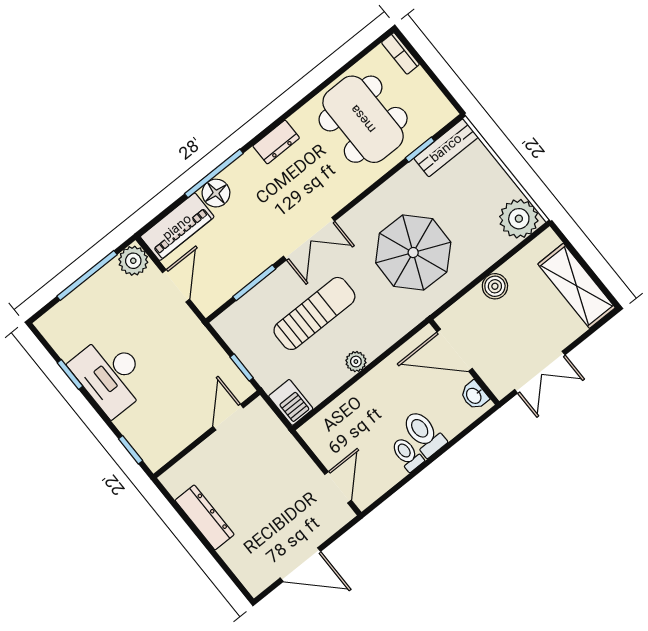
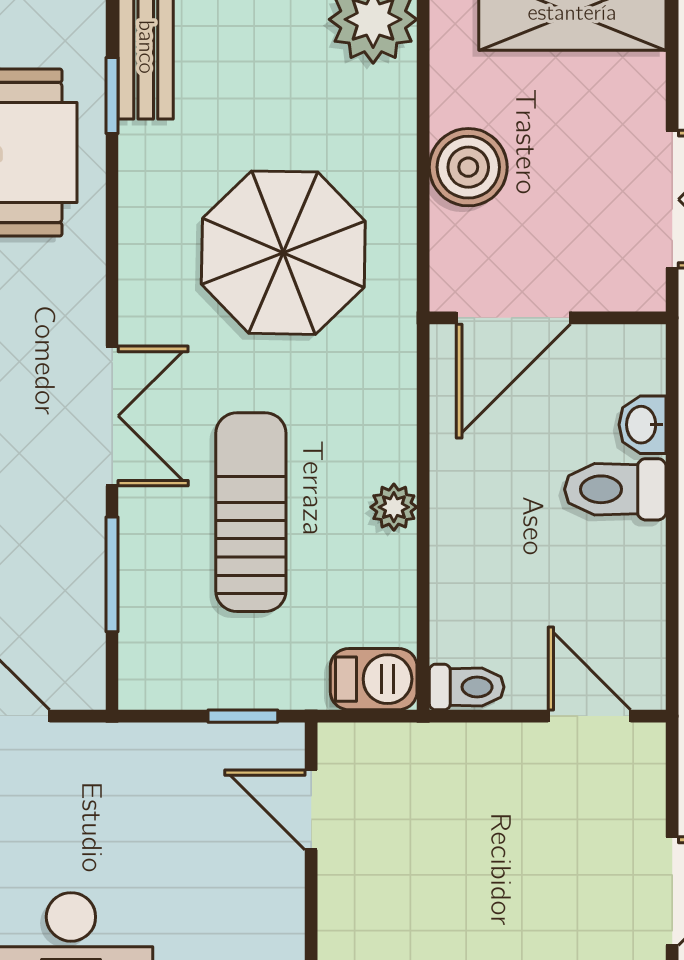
boiler: (495, 286) -> (468, 167), width x1.36, depth x1.36
washbasin: (474, 395) -> (643, 425), moved, turned 90
toilet: (407, 454) -> (467, 687), moved, turned 180

